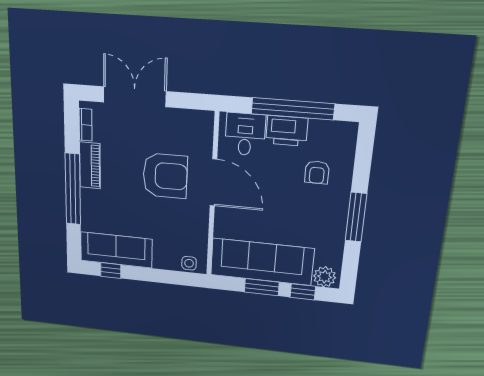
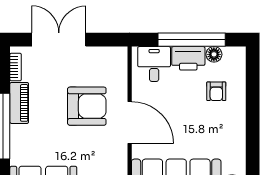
floor lamp: (319, 129) -> (214, 54), added
door: (213, 182) -> (130, 122), moved
window: (356, 217) -> (253, 127), removed

